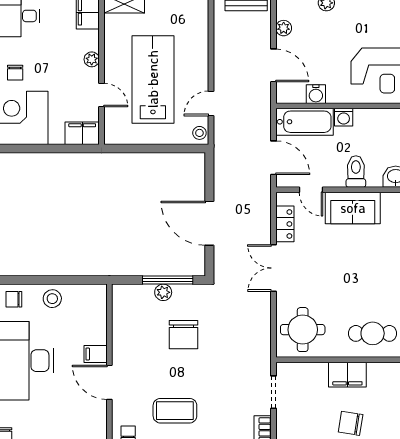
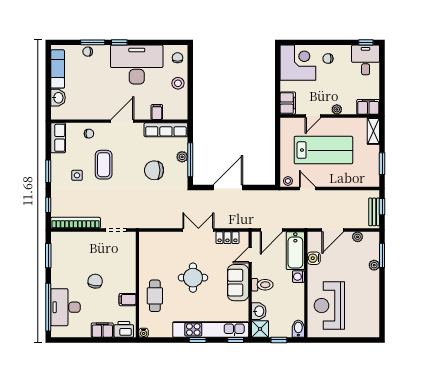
row of seats: (122, 317) -> (166, 130), added
round table: (303, 330) -> (193, 278), moved
filing cabinet: (96, 354) -> (157, 112), moved
filing cabinet: (347, 375) -> (128, 300), moved, width x0.50

